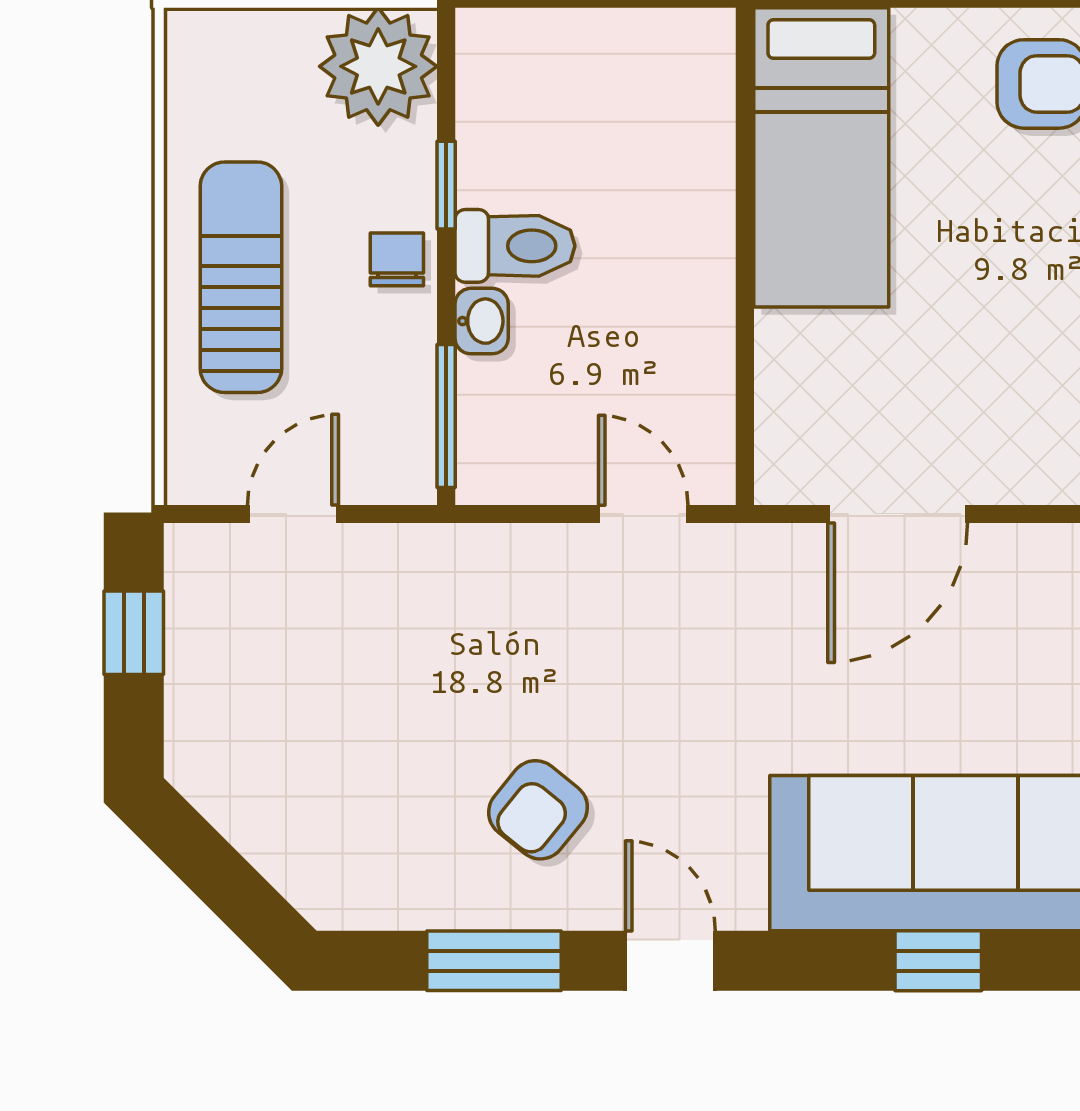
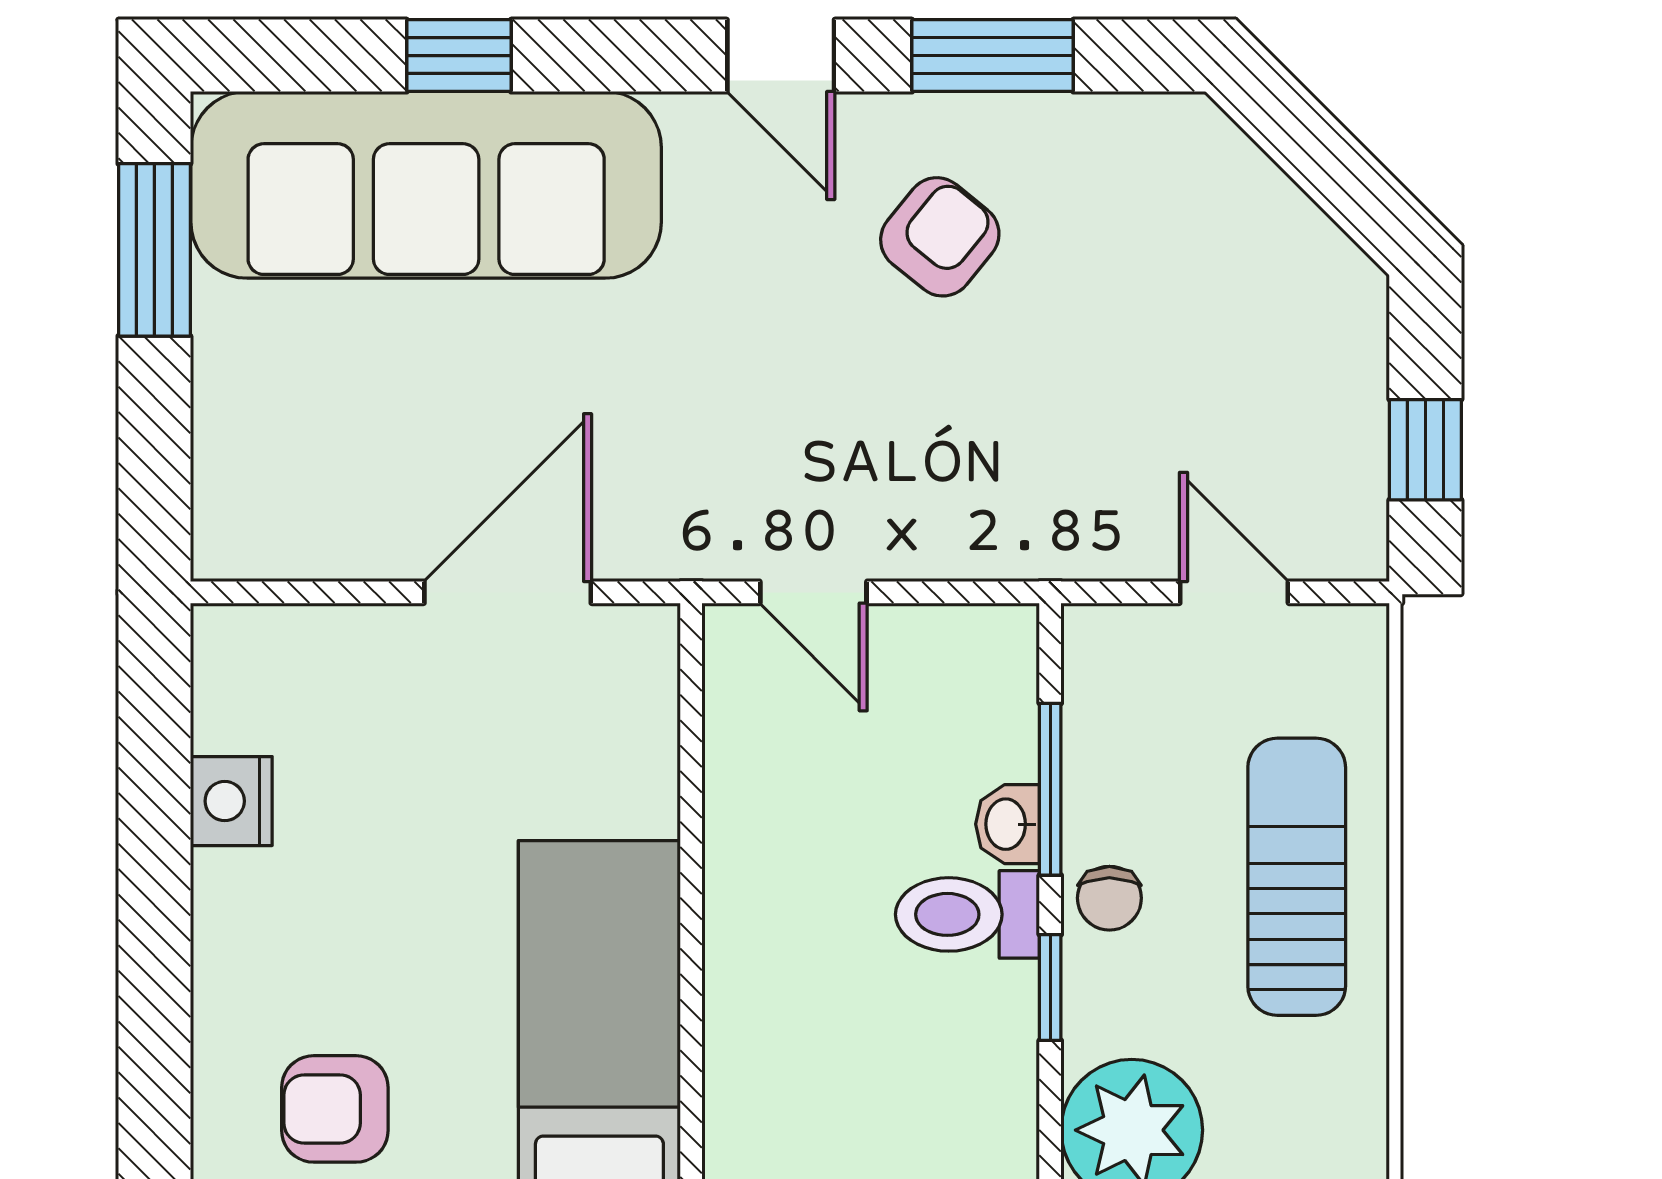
sun lounger: (241, 277) -> (1297, 877), turned 180
window: (446, 416) -> (1050, 789), moved
door: (293, 514) -> (1234, 592), swing flipped

